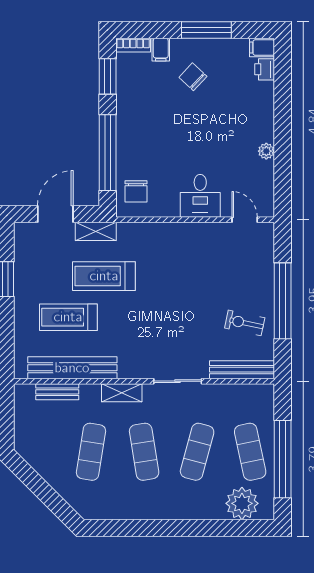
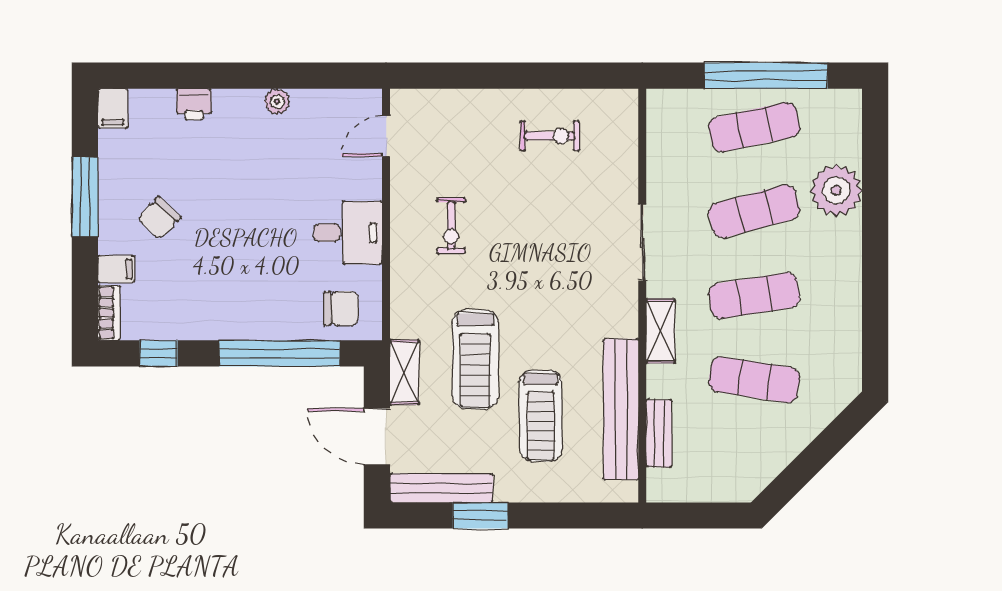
printer: (265, 69) -> (194, 104), moved
window: (108, 76) -> (159, 353), width x0.67
desk: (200, 196) -> (348, 233), moved
exercise bike: (188, 261) -> (451, 226), added
window: (283, 301) -> (515, 76), removed
exercise bike: (245, 323) -> (550, 136), turned -102
bench: (242, 370) -> (441, 488), moved, turned 90
exercise mat: (197, 452) -> (754, 211), turned -30
plant: (242, 503) -> (836, 190), moved

